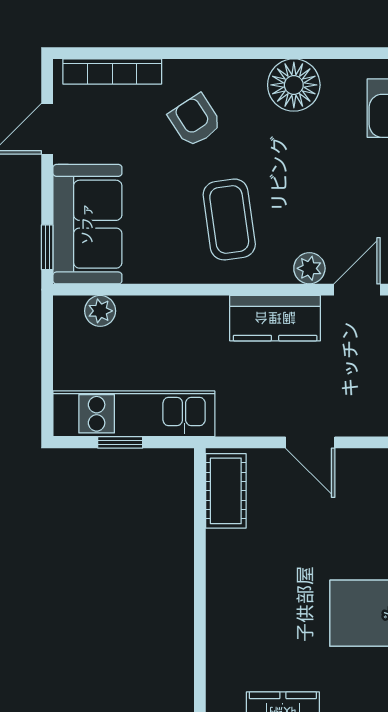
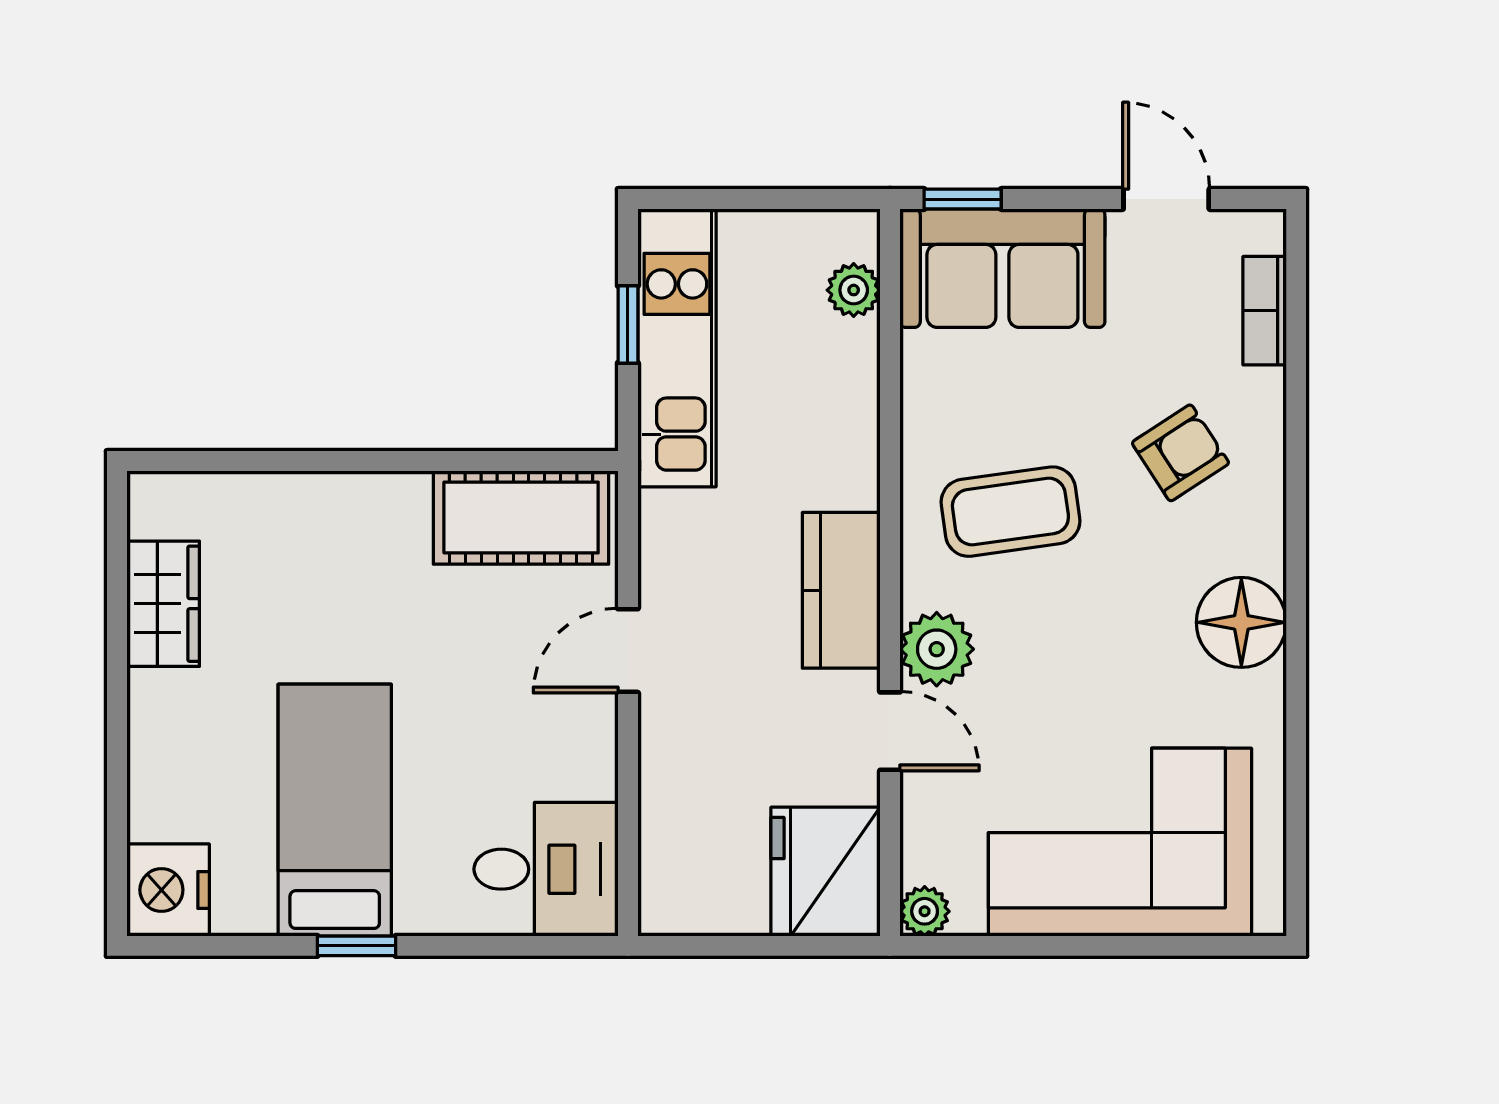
bookcase: (112, 71) -> (1265, 311), width x0.64
plant: (309, 268) -> (937, 649), width x1.38, depth x1.38
cot: (226, 491) -> (521, 518), width x1.37, depth x1.34

